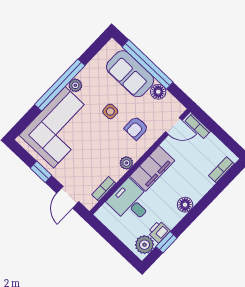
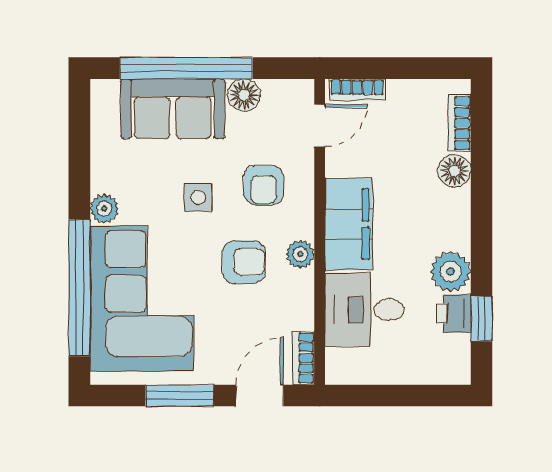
window: (60, 85) -> (79, 288), moved
armchair: (105, 148) -> (244, 262), added
window: (41, 172) -> (180, 396), width x1.50
bookcase: (104, 189) -> (303, 358), moved
door: (68, 197) -> (260, 396), swing flipped
floor lamp: (185, 205) -> (455, 171), moved
plant: (144, 245) -> (451, 272), moved

